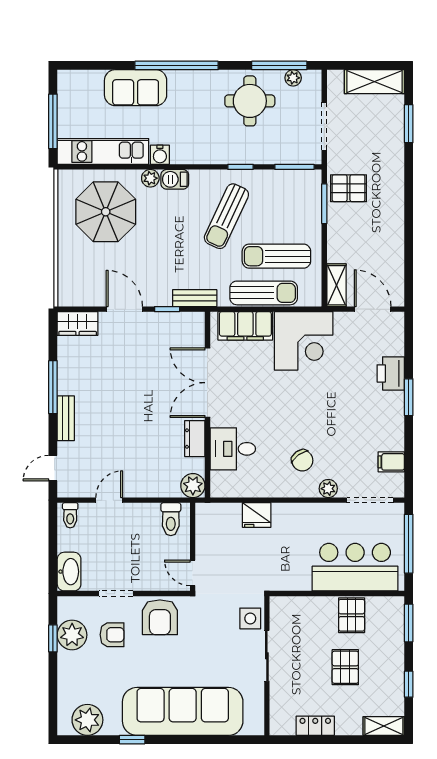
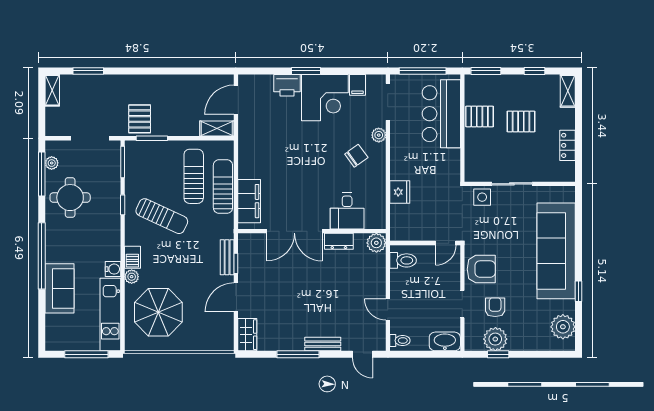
shelving: (374, 82) -> (52, 90), width x0.67, depth x0.75
sun lounger: (276, 256) -> (194, 176), turned 180
bench: (195, 298) -> (227, 257), moved
corner desk: (304, 341) -> (325, 98), moved, turned 90

